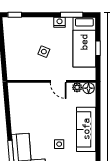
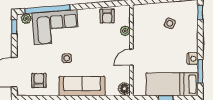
side table: (44, 52) -> (170, 23), moved
plant: (77, 87) -> (125, 31), moved
armchair: (18, 105) -> (107, 16), added

